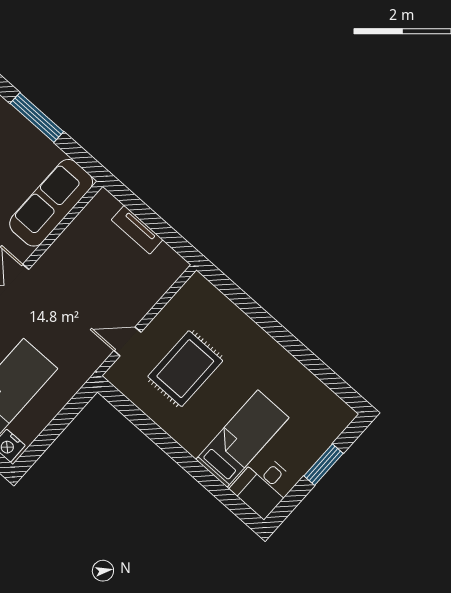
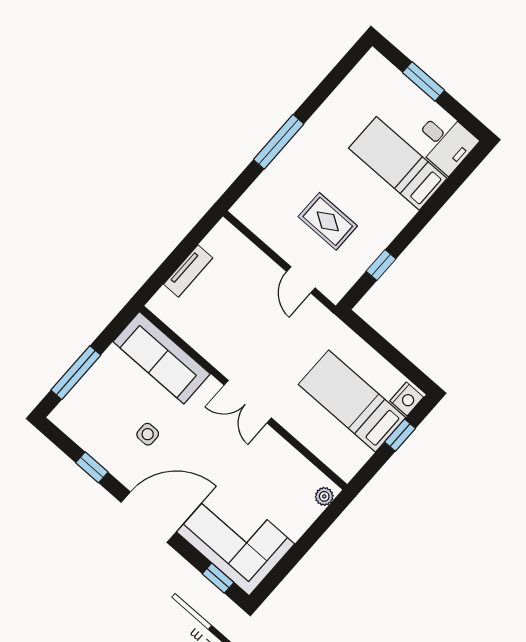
window: (265, 320) -> (279, 142), added
rug: (185, 369) -> (328, 221), width x0.73, depth x0.70
window: (142, 421) -> (381, 265), added

